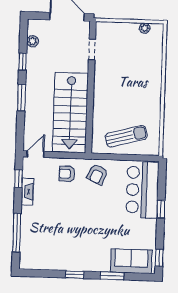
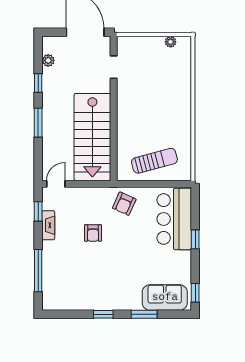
armchair: (67, 174) -> (93, 233), moved, turned -90

